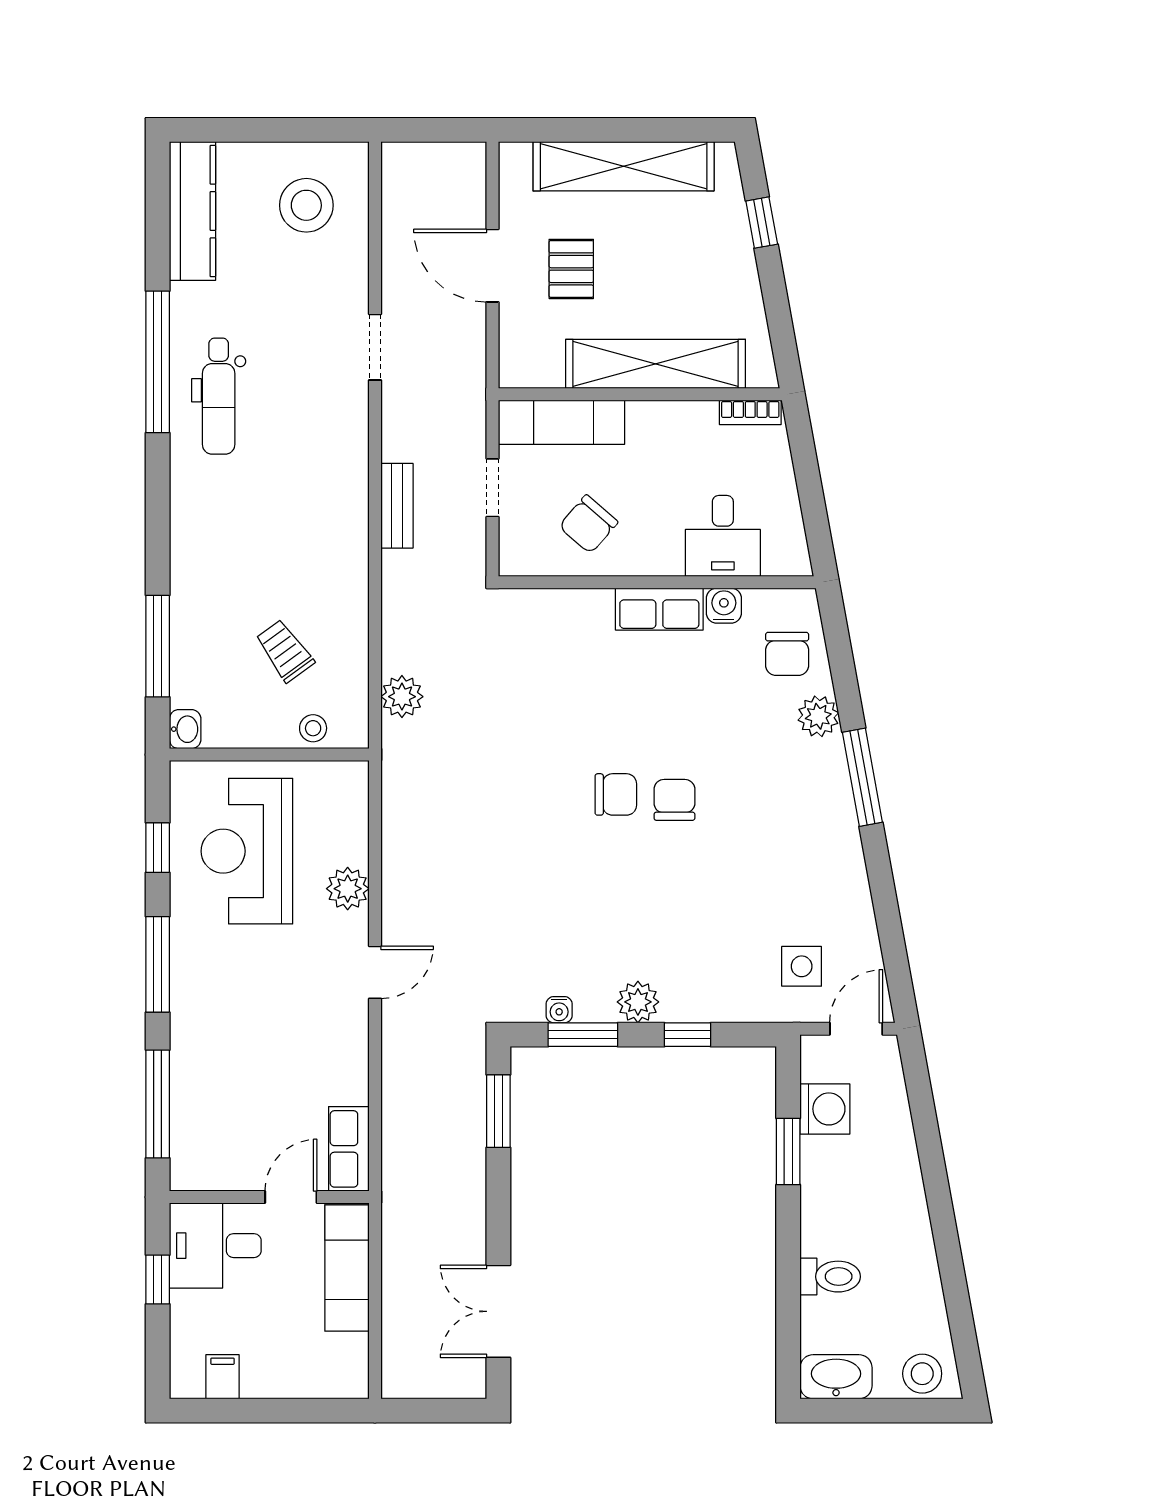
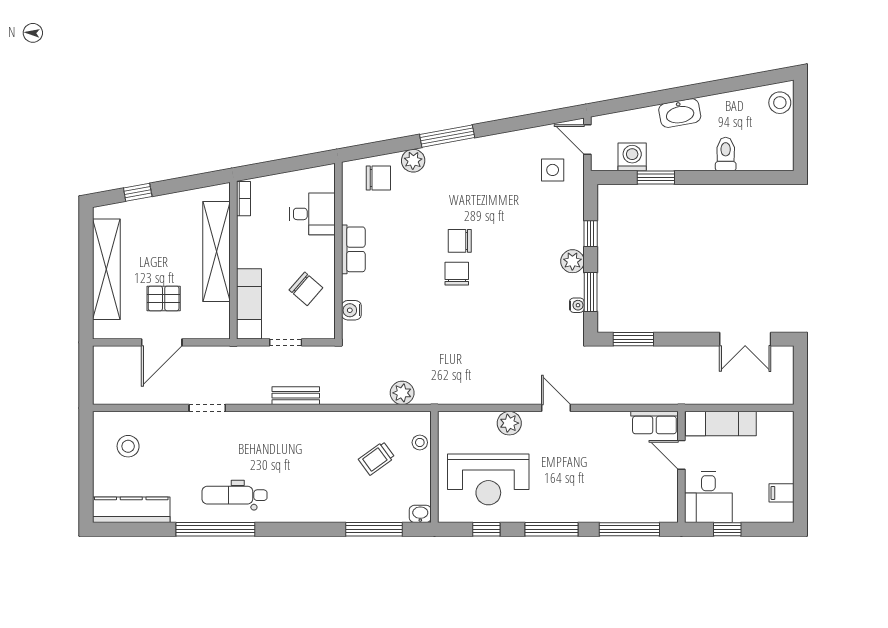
stool: (306, 205) -> (128, 446), width x0.73, depth x0.73
dental chair: (219, 396) -> (235, 495), turned 180
water cooler: (724, 606) -> (351, 310), moved
washbasin: (836, 1377) -> (680, 113), moved, turned -100

